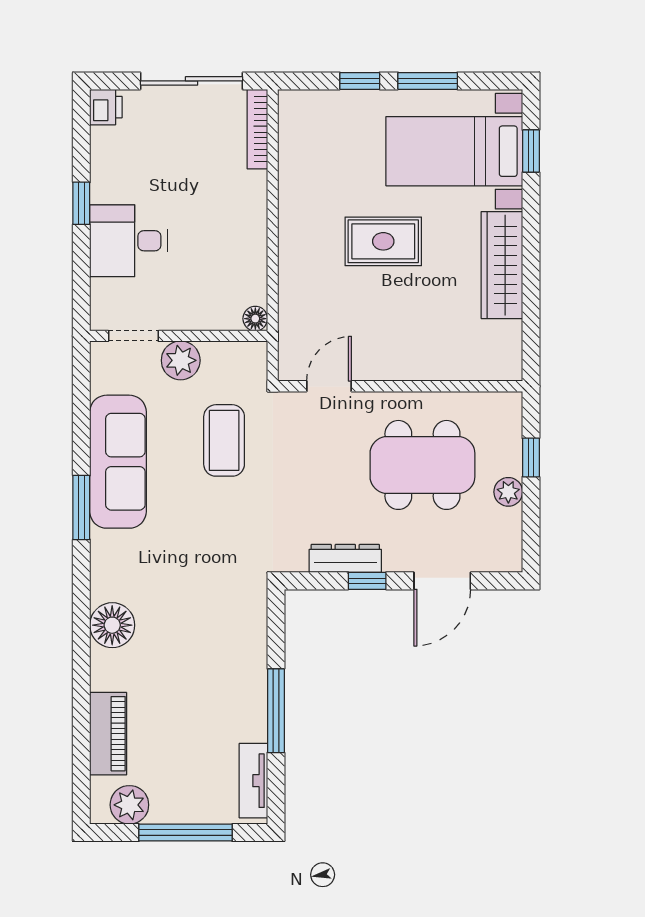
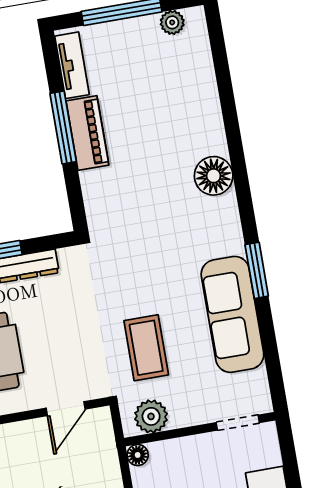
plant: (181, 360) -> (151, 416), moved
piano: (108, 734) -> (87, 133), moved, turned 180
plant: (129, 805) -> (172, 22), width x0.73, depth x0.73

